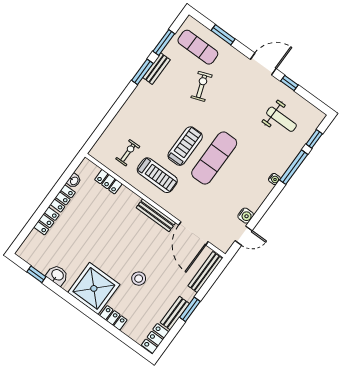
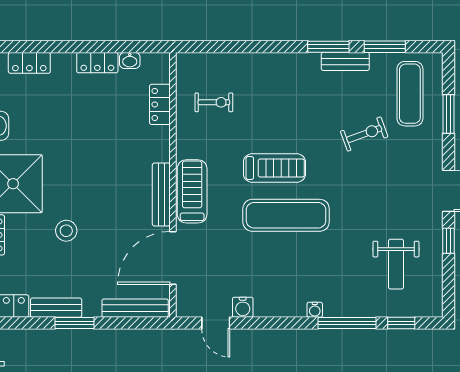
treadmill: (157, 175) -> (192, 191), moved, turned 180
locker: (46, 221) -> (29, 63), moved

